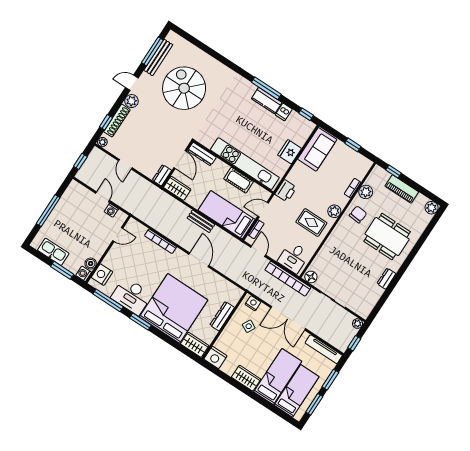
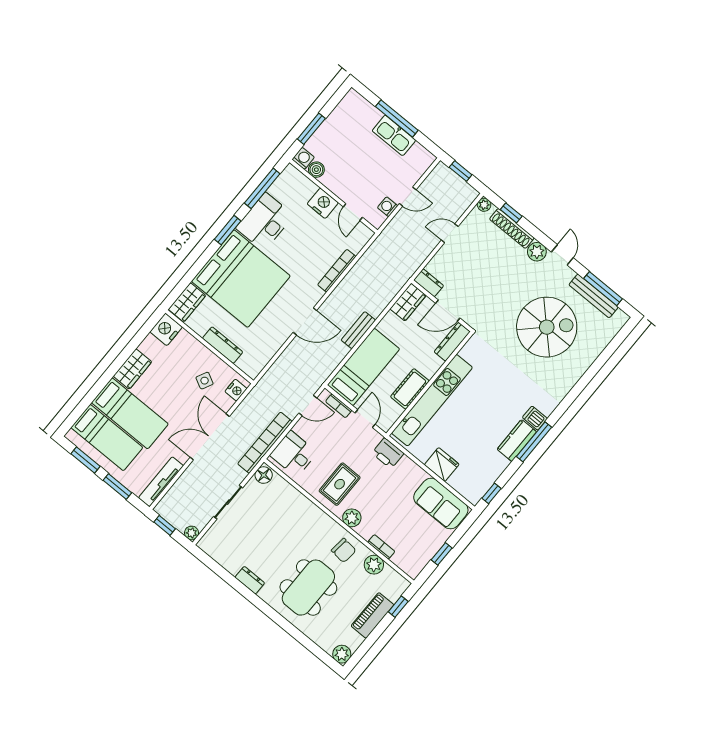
dishwasher: (284, 112) -> (535, 418), moved
kitchen sink: (53, 252) -> (394, 135), moved, turned 90
nightstand: (102, 275) -> (323, 203), moved

